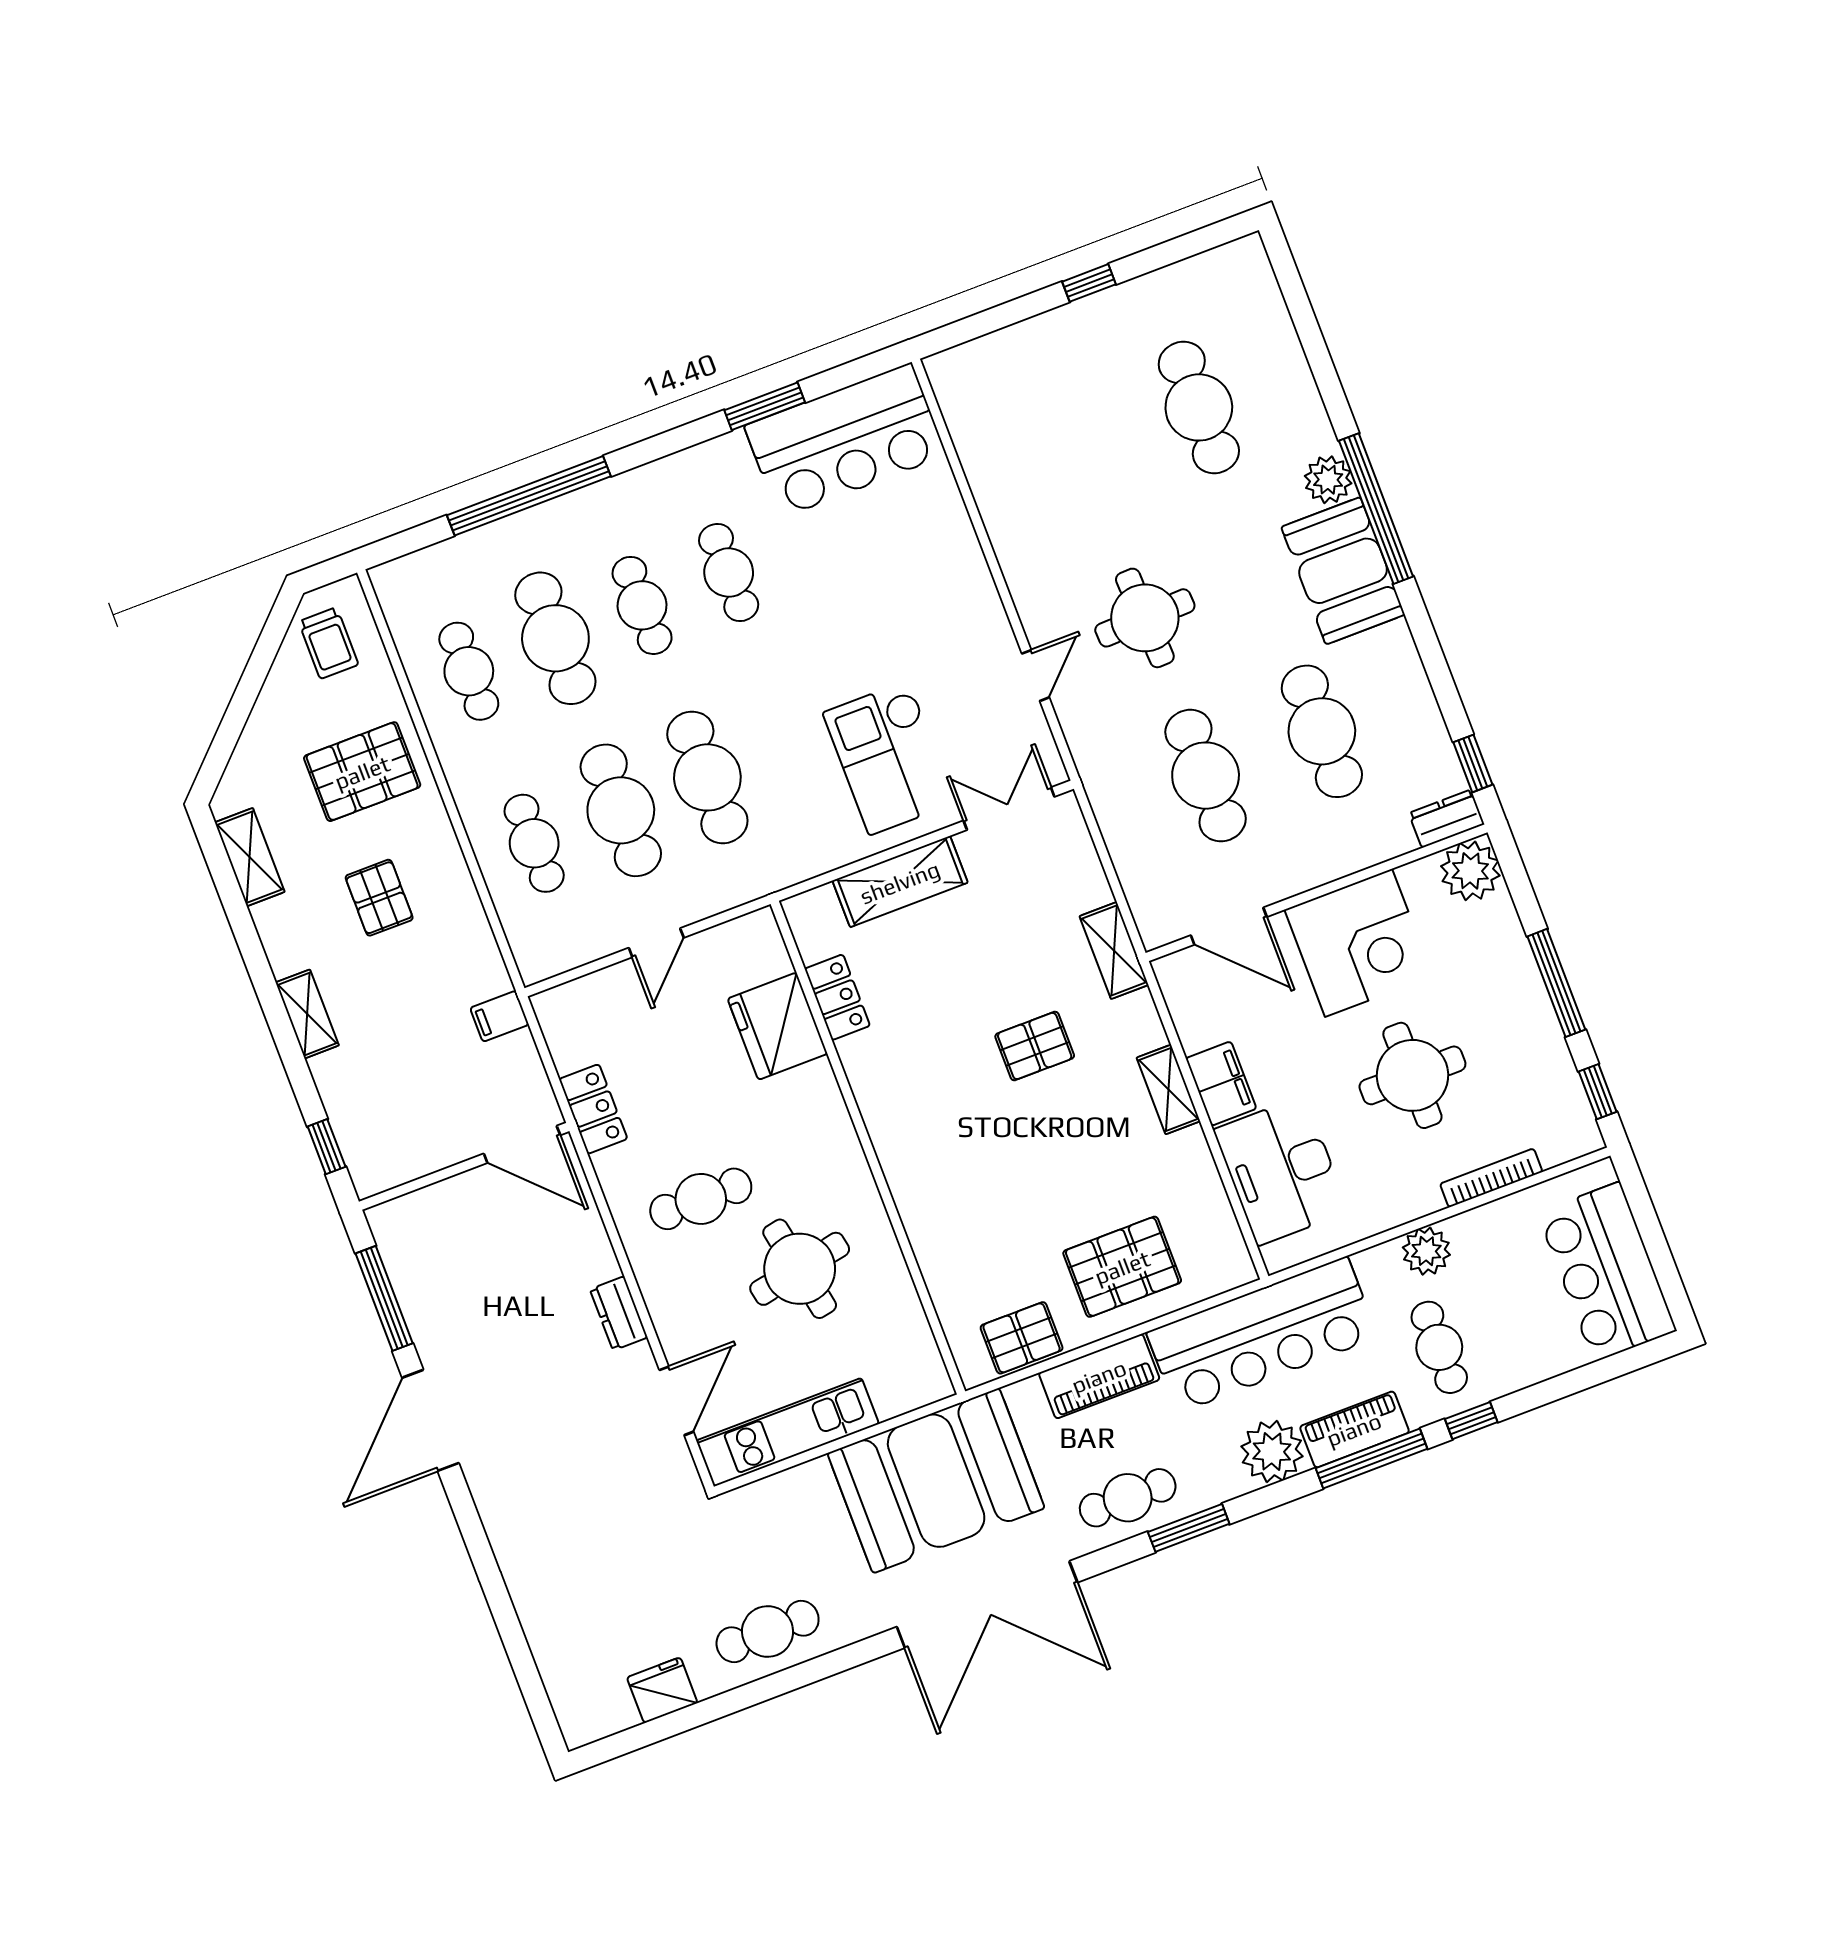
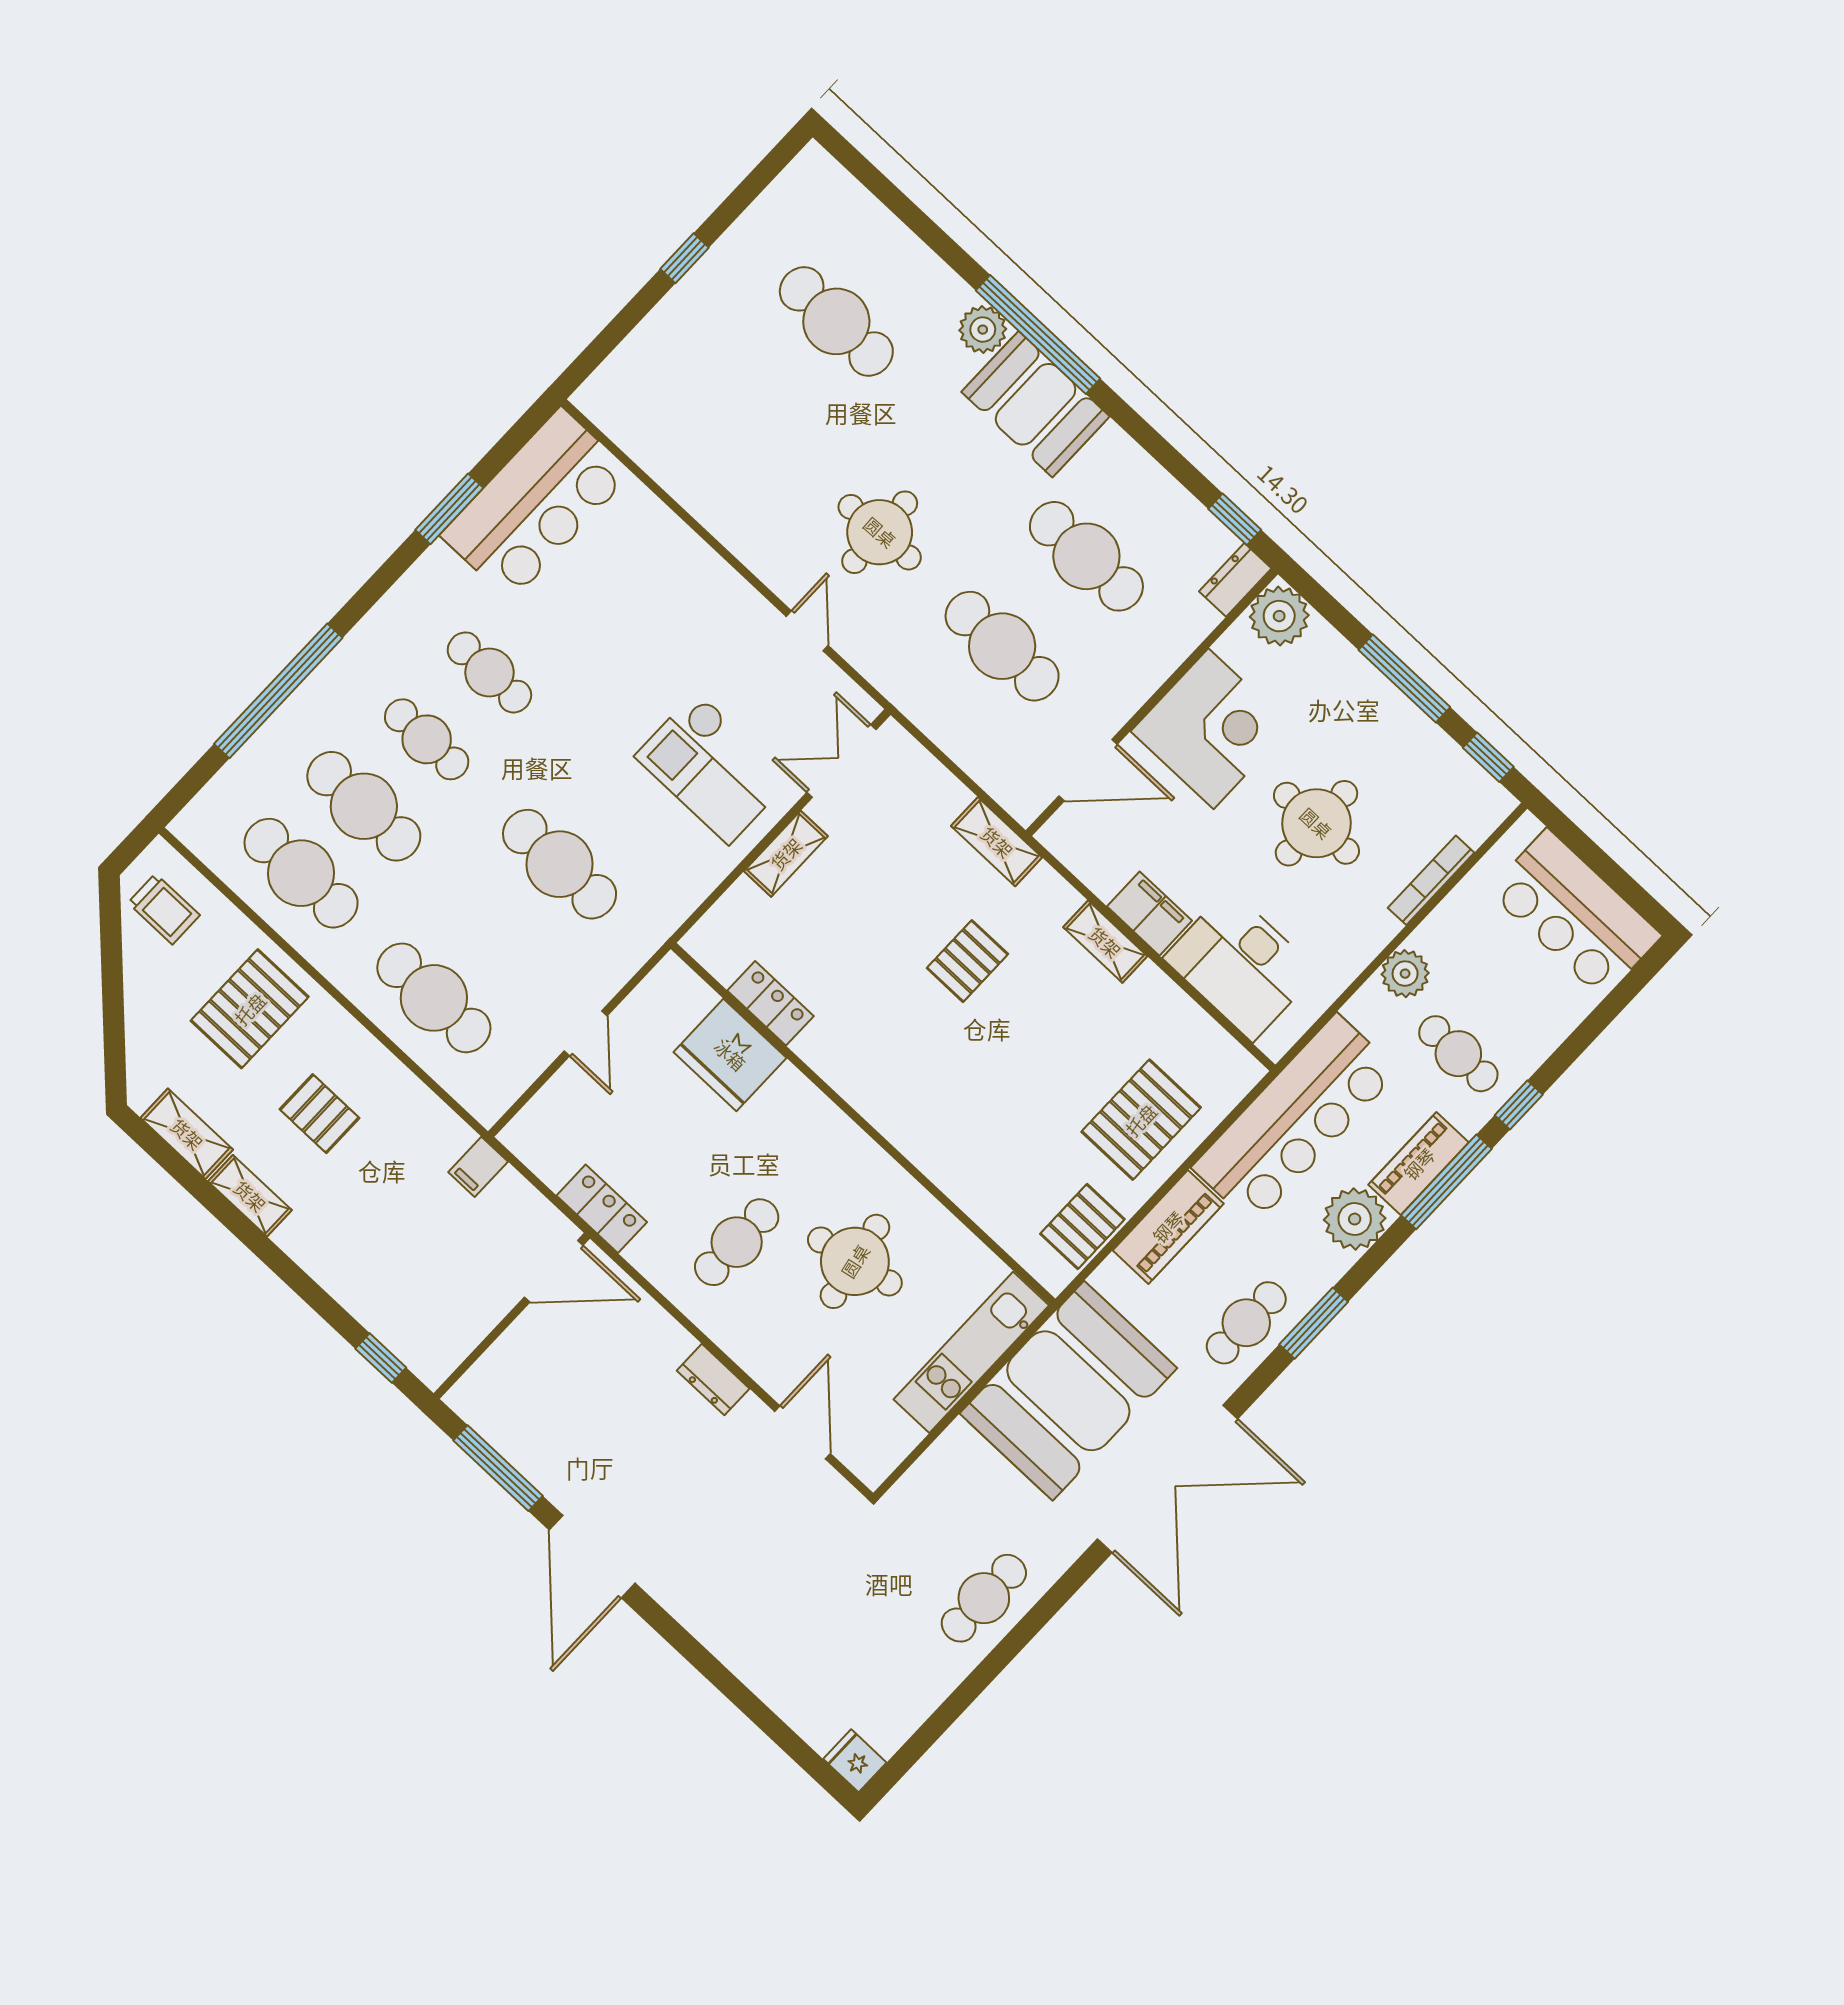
cafe table: (469, 671) -> (301, 873), width x1.37, depth x1.35
cafe table: (621, 810) -> (497, 931), removed
cafe table: (534, 843) -> (434, 998), width x1.37, depth x1.35
shelving: (900, 882) -> (786, 854), width x0.67, depth x0.75
shelving: (307, 1014) -> (250, 1196), moved
kitchen unit: (788, 1432) -> (971, 1352), moved
fridge: (662, 1690) -> (855, 1761), moved, width x0.72

